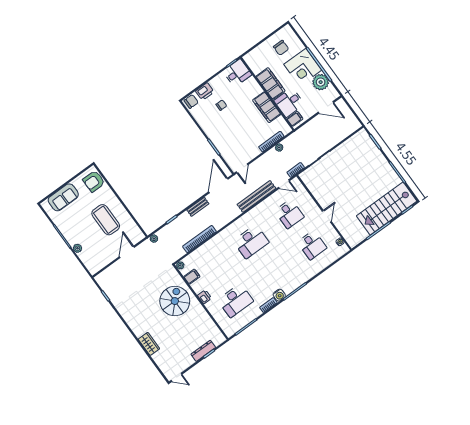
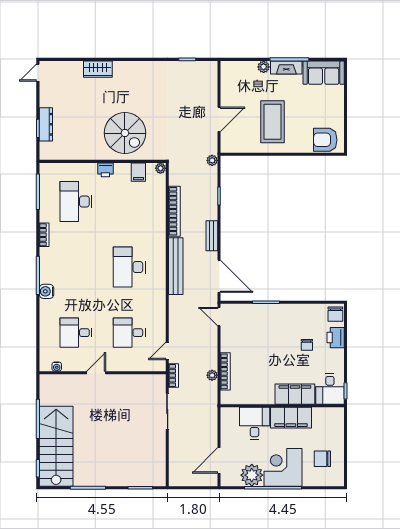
filing cabinet: (267, 107) -> (295, 394), moved
filing cabinet: (295, 119) -> (232, 416), removed
armchair: (94, 181) -> (325, 140), turned -90
bench: (256, 196) -> (176, 266), moved
sofa: (63, 197) -> (324, 73), moved, turned -90
door: (327, 216) -> (96, 373), swing flipped
coffee table: (106, 220) -> (273, 122), turned 90
fireplace: (68, 235) -> (286, 67), added
door: (127, 252) -> (219, 119), hinge flipped
water cooler: (279, 295) -> (47, 291), moved

